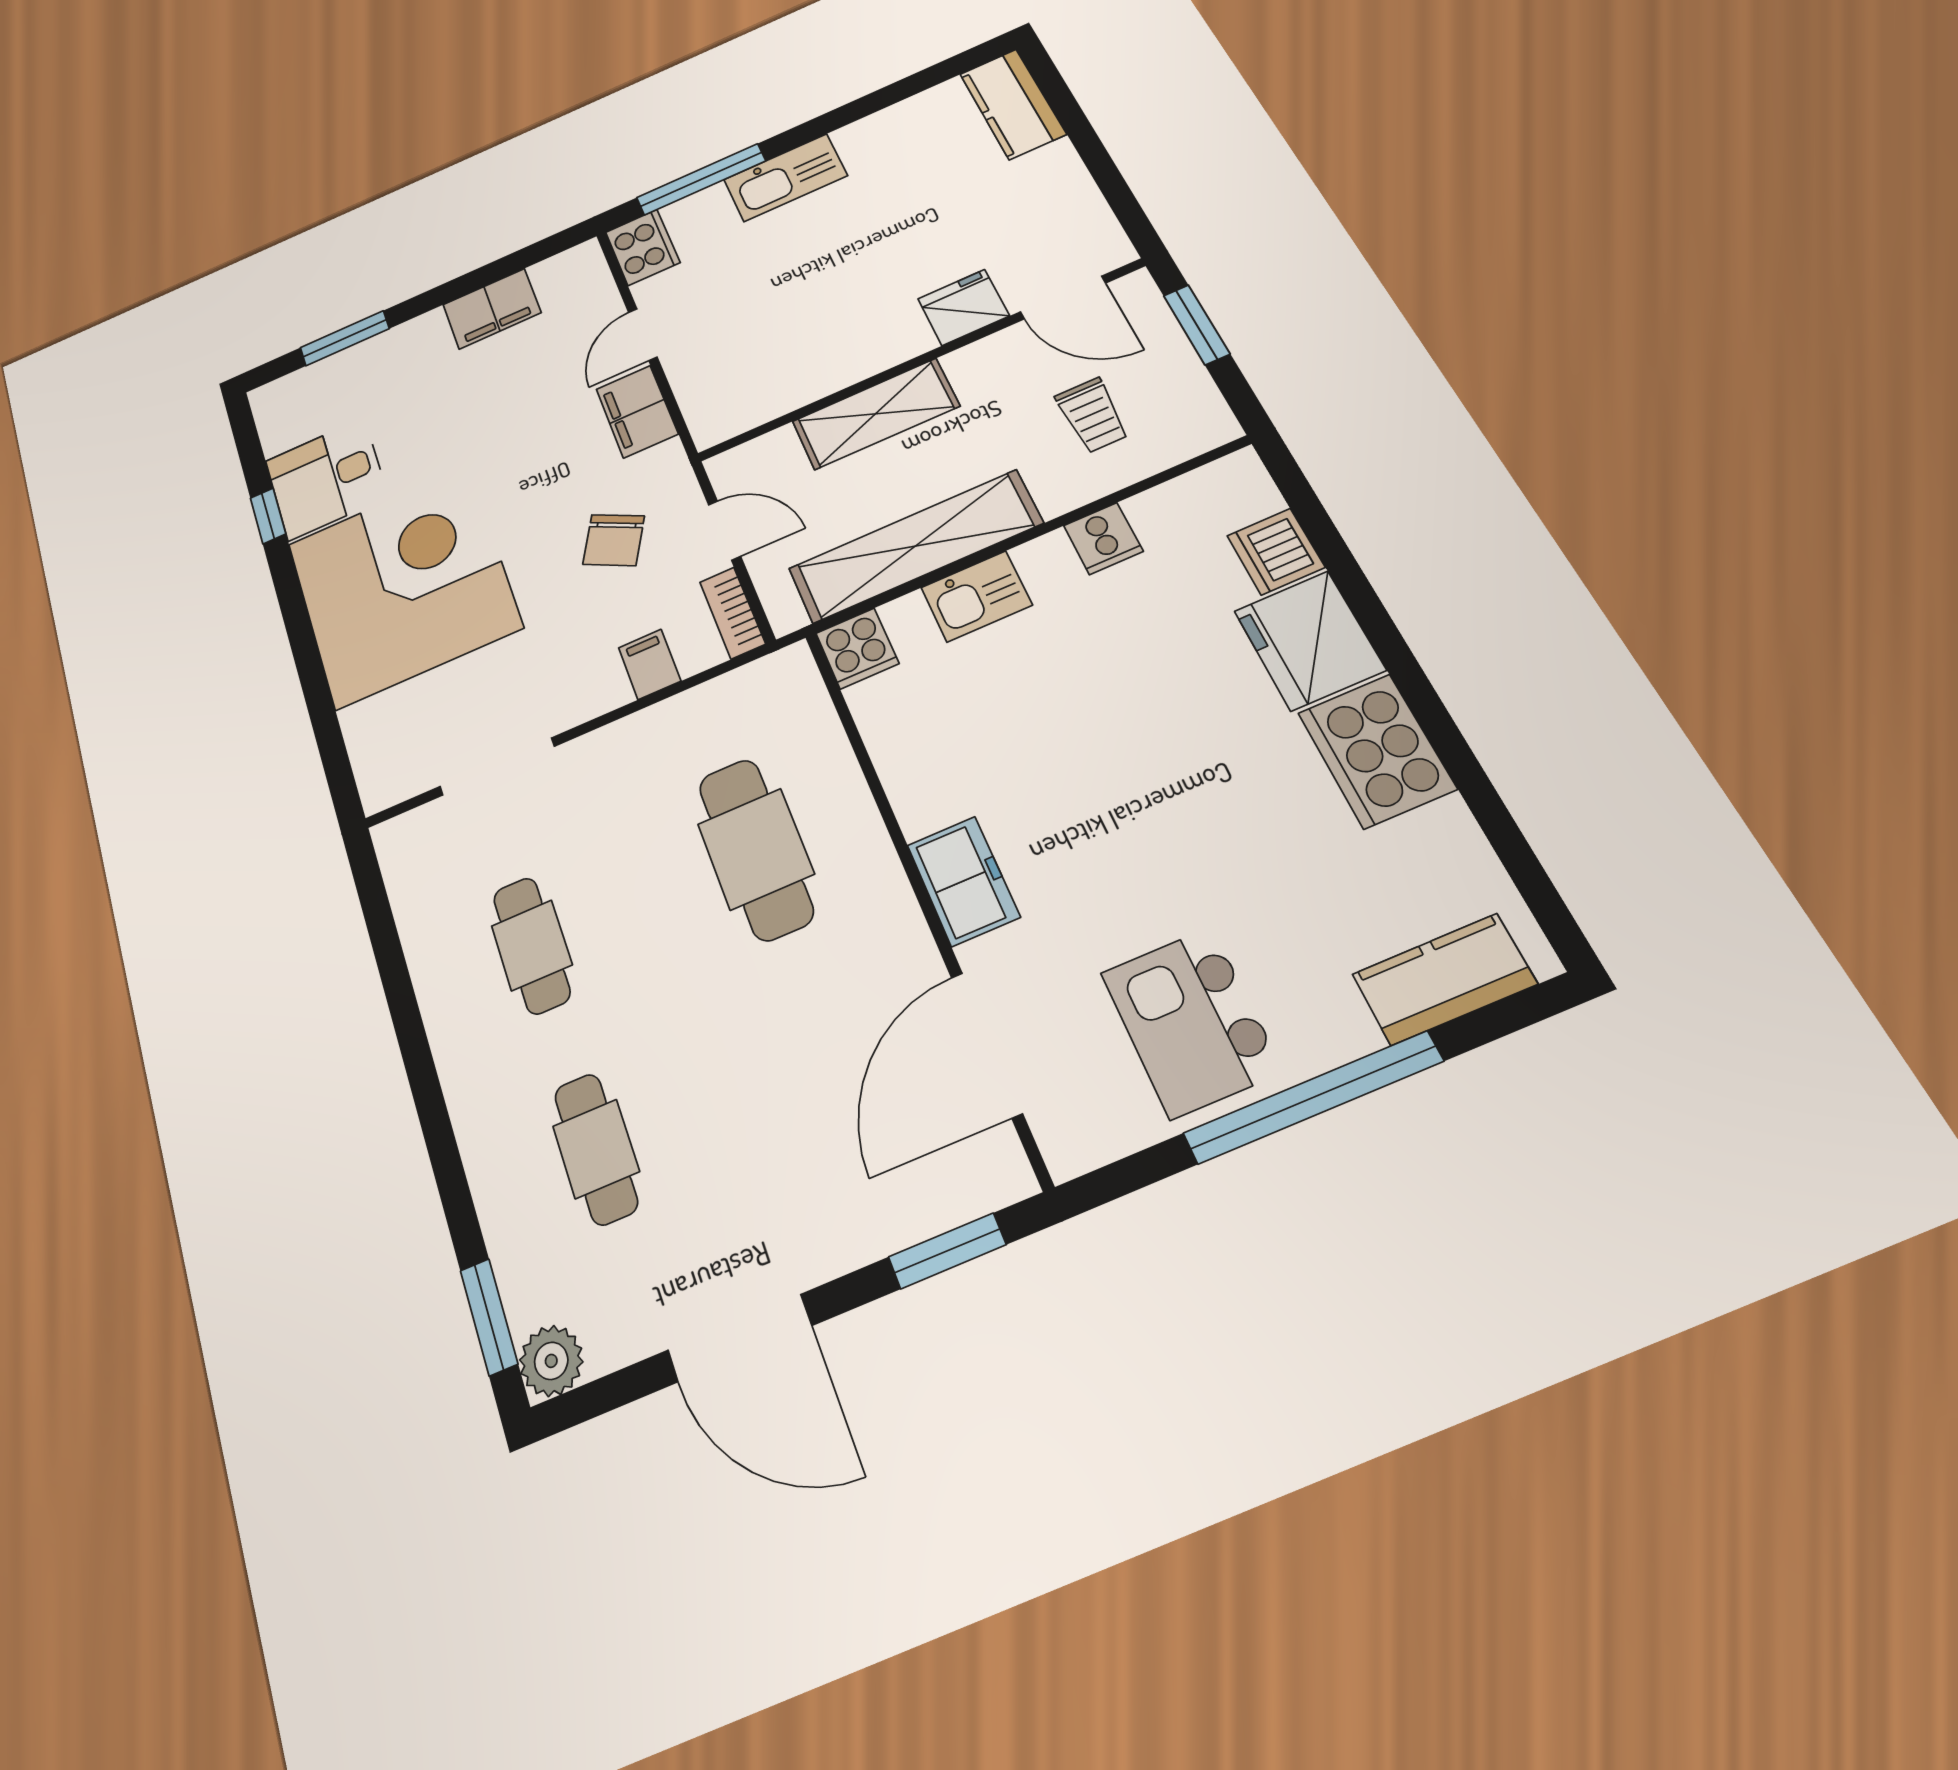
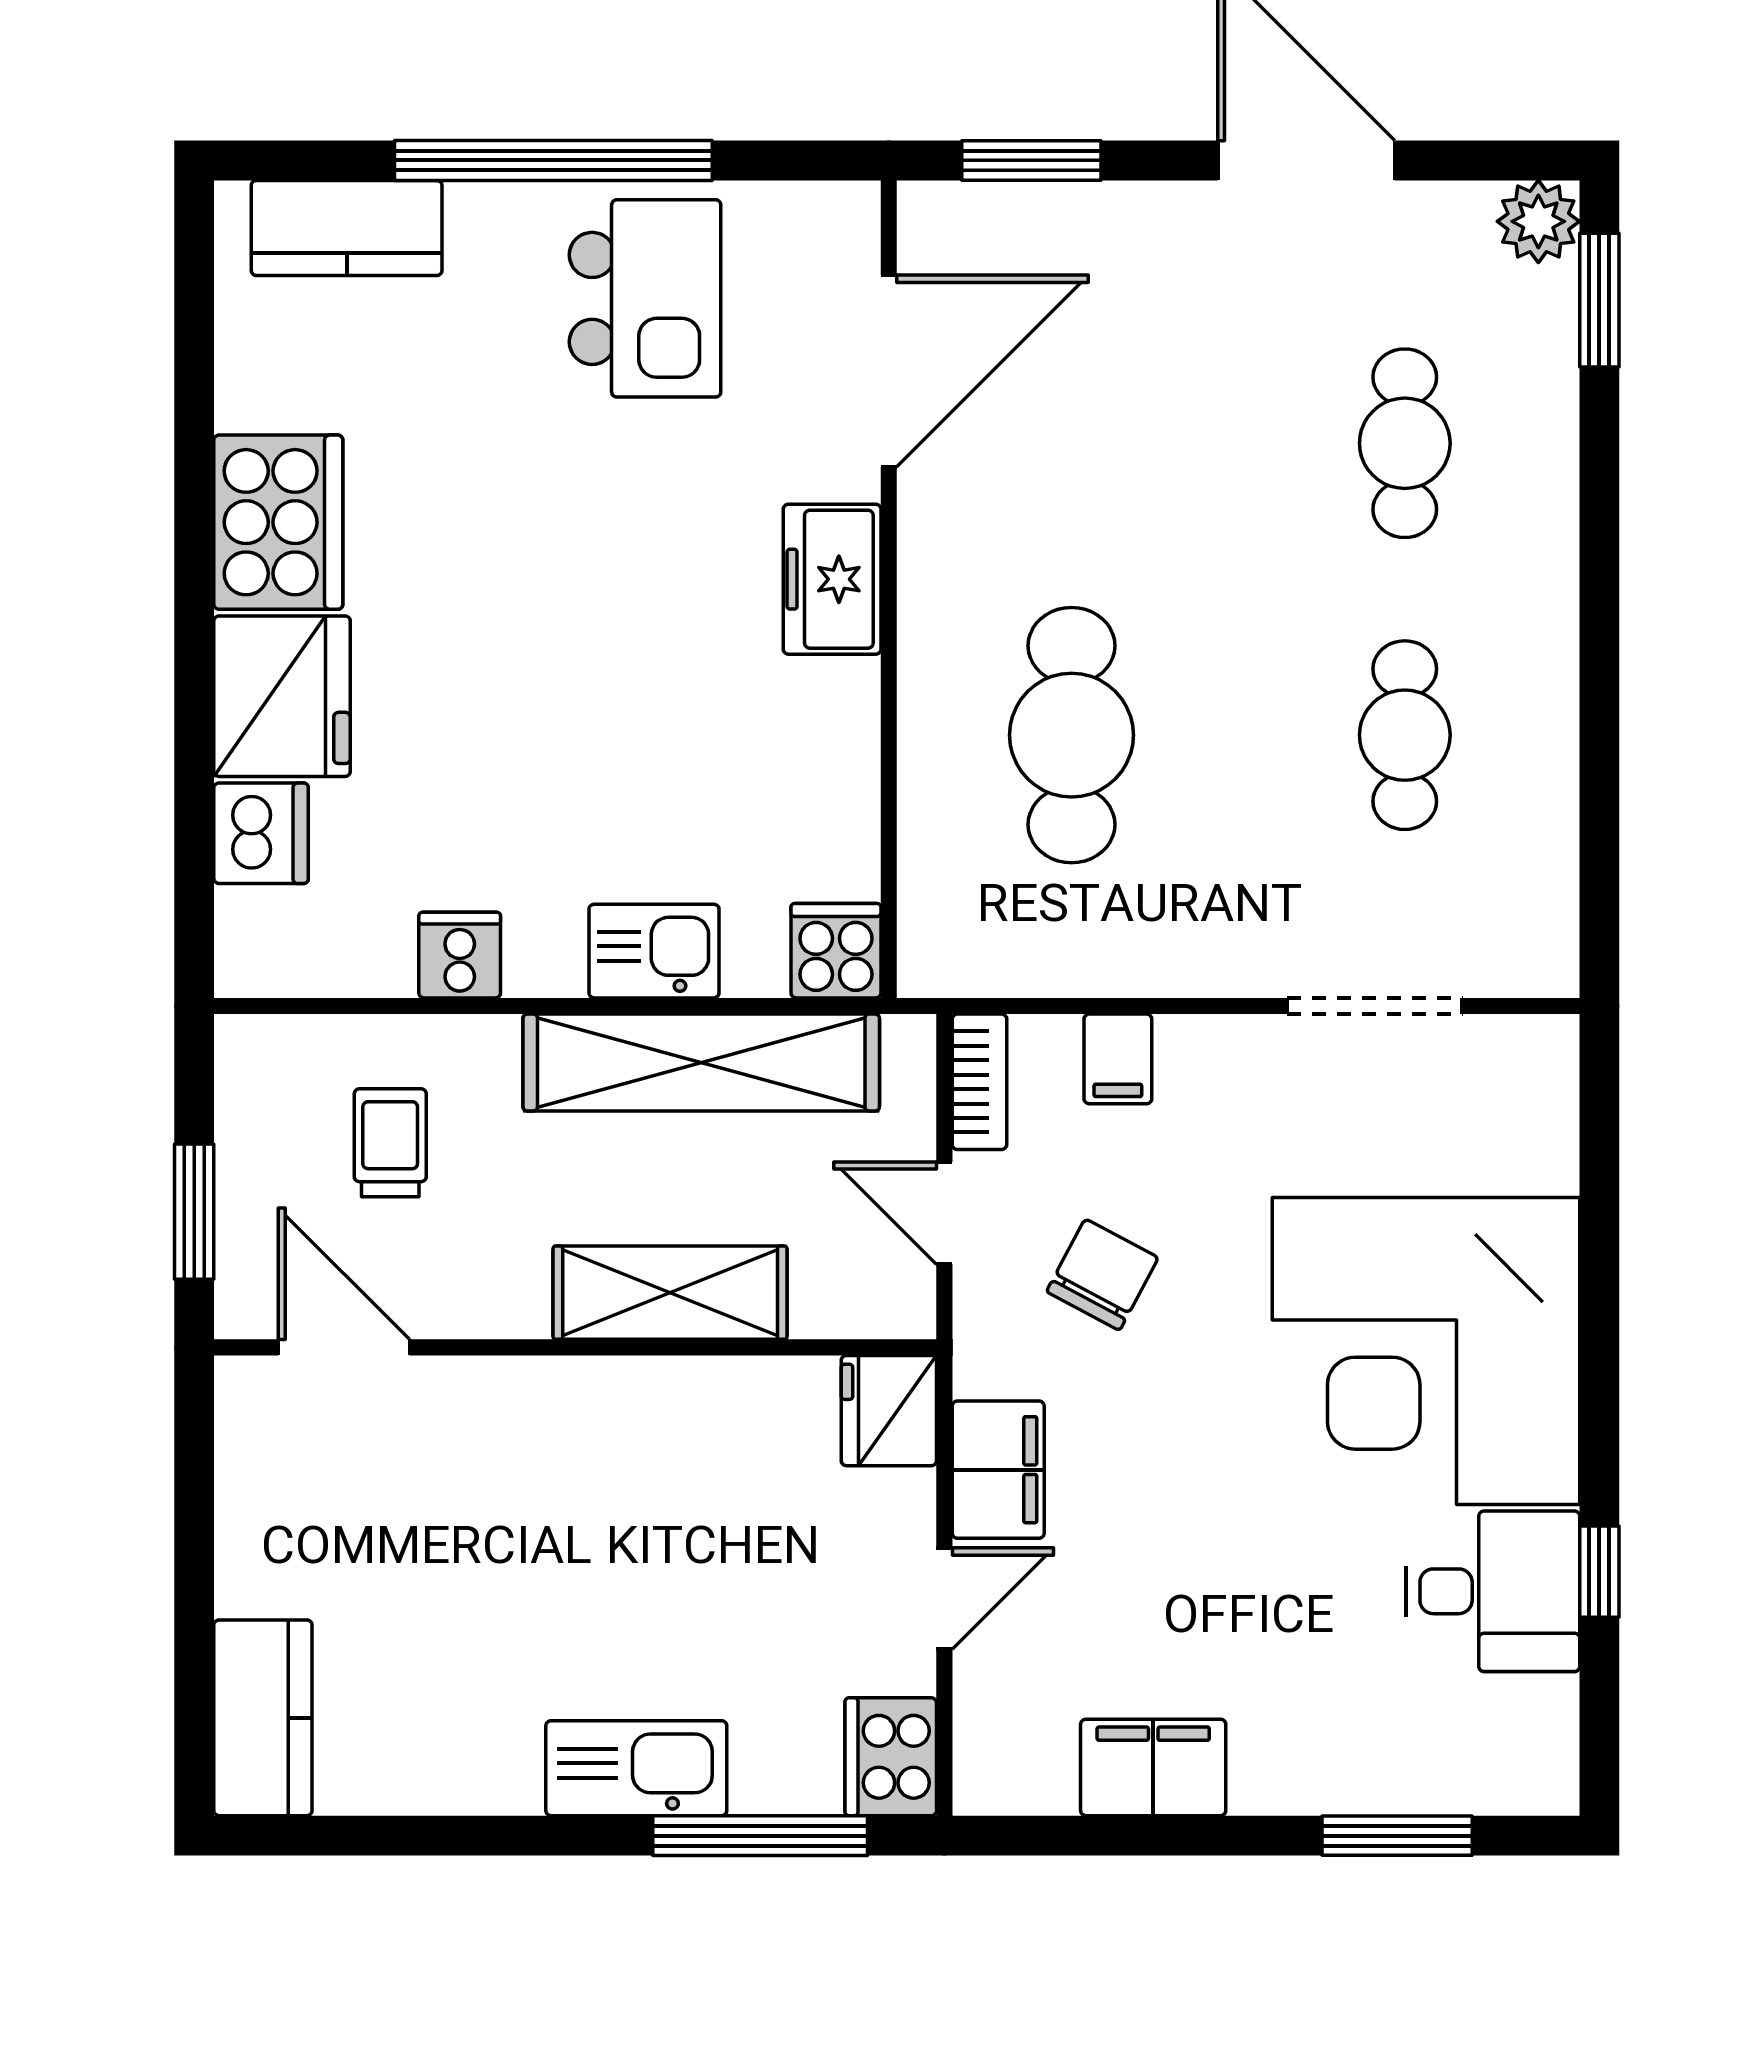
fridge: (963, 307) -> (889, 1411), moved, turned 90

